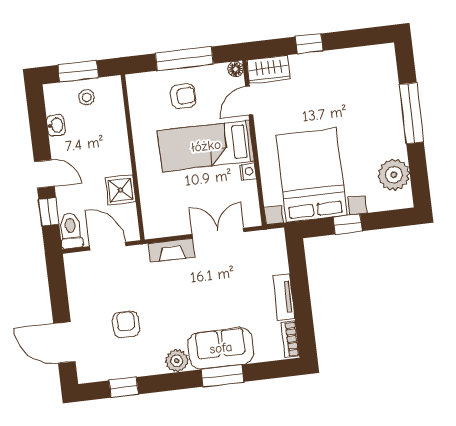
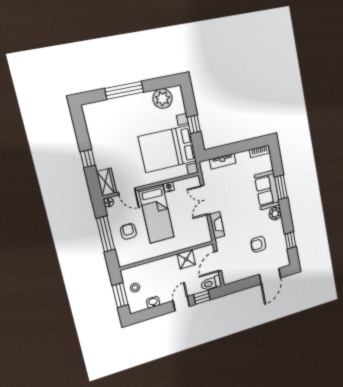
tv unit: (284, 297) -> (223, 161), moved

